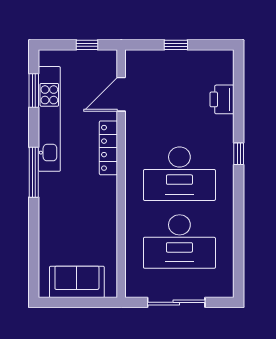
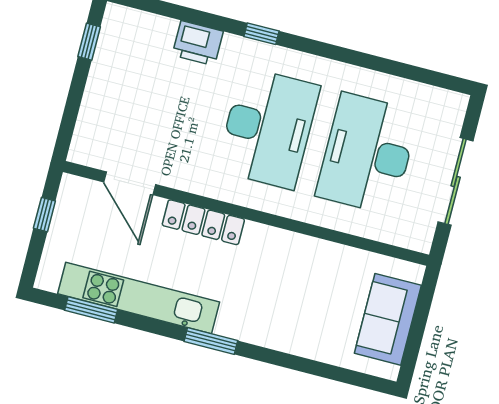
window: (176, 45) -> (89, 42), moved
printer: (222, 99) -> (198, 43), moved
window: (34, 172) -> (211, 341), width x0.69
desk: (179, 242) -> (367, 154), turned 180

